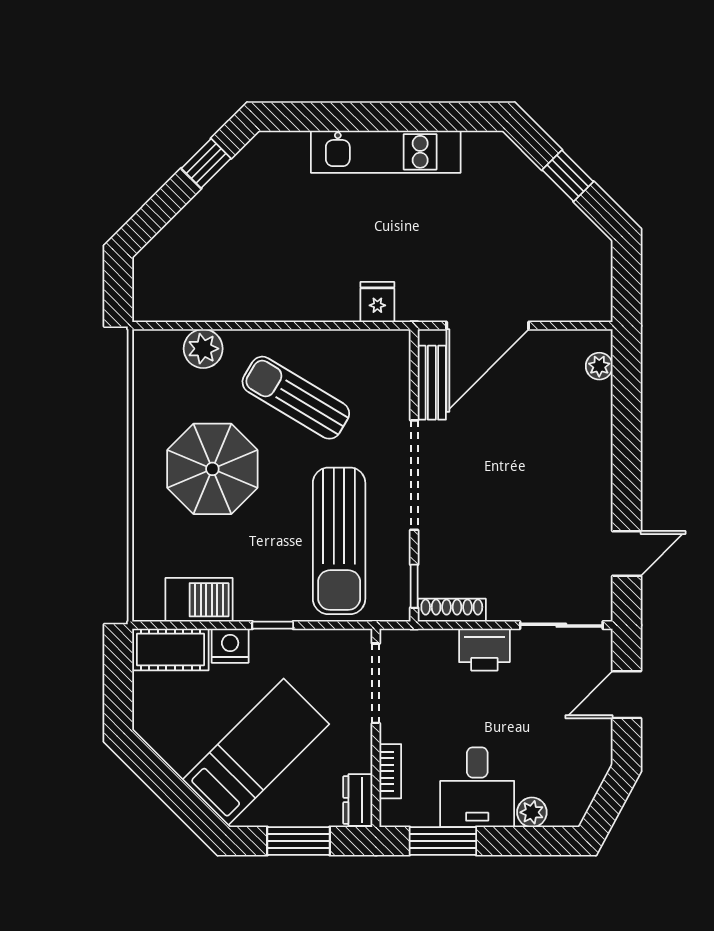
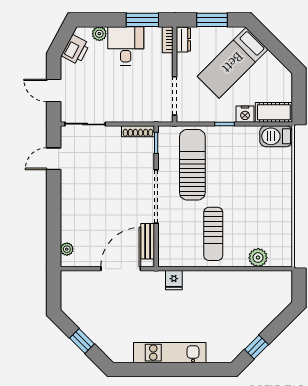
sun lounger: (296, 398) -> (213, 234), turned 59
parasol: (212, 469) -> (254, 199), removed
barbecue: (199, 600) -> (276, 136), moved
printer: (484, 650) -> (76, 50), moved, turned 118
door: (627, 695) -> (54, 91), swing flipped
bookcase: (390, 771) -> (168, 40), moved

